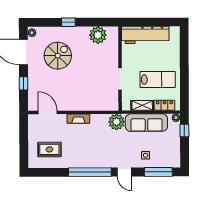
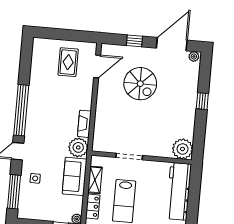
plant: (98, 35) -> (183, 149), moved
spiral stairs: (58, 56) -> (140, 84), moved
fireplace: (78, 119) -> (84, 124), moved
sofa: (146, 123) -> (75, 176), width x0.73
rug: (49, 149) -> (68, 62), moved

